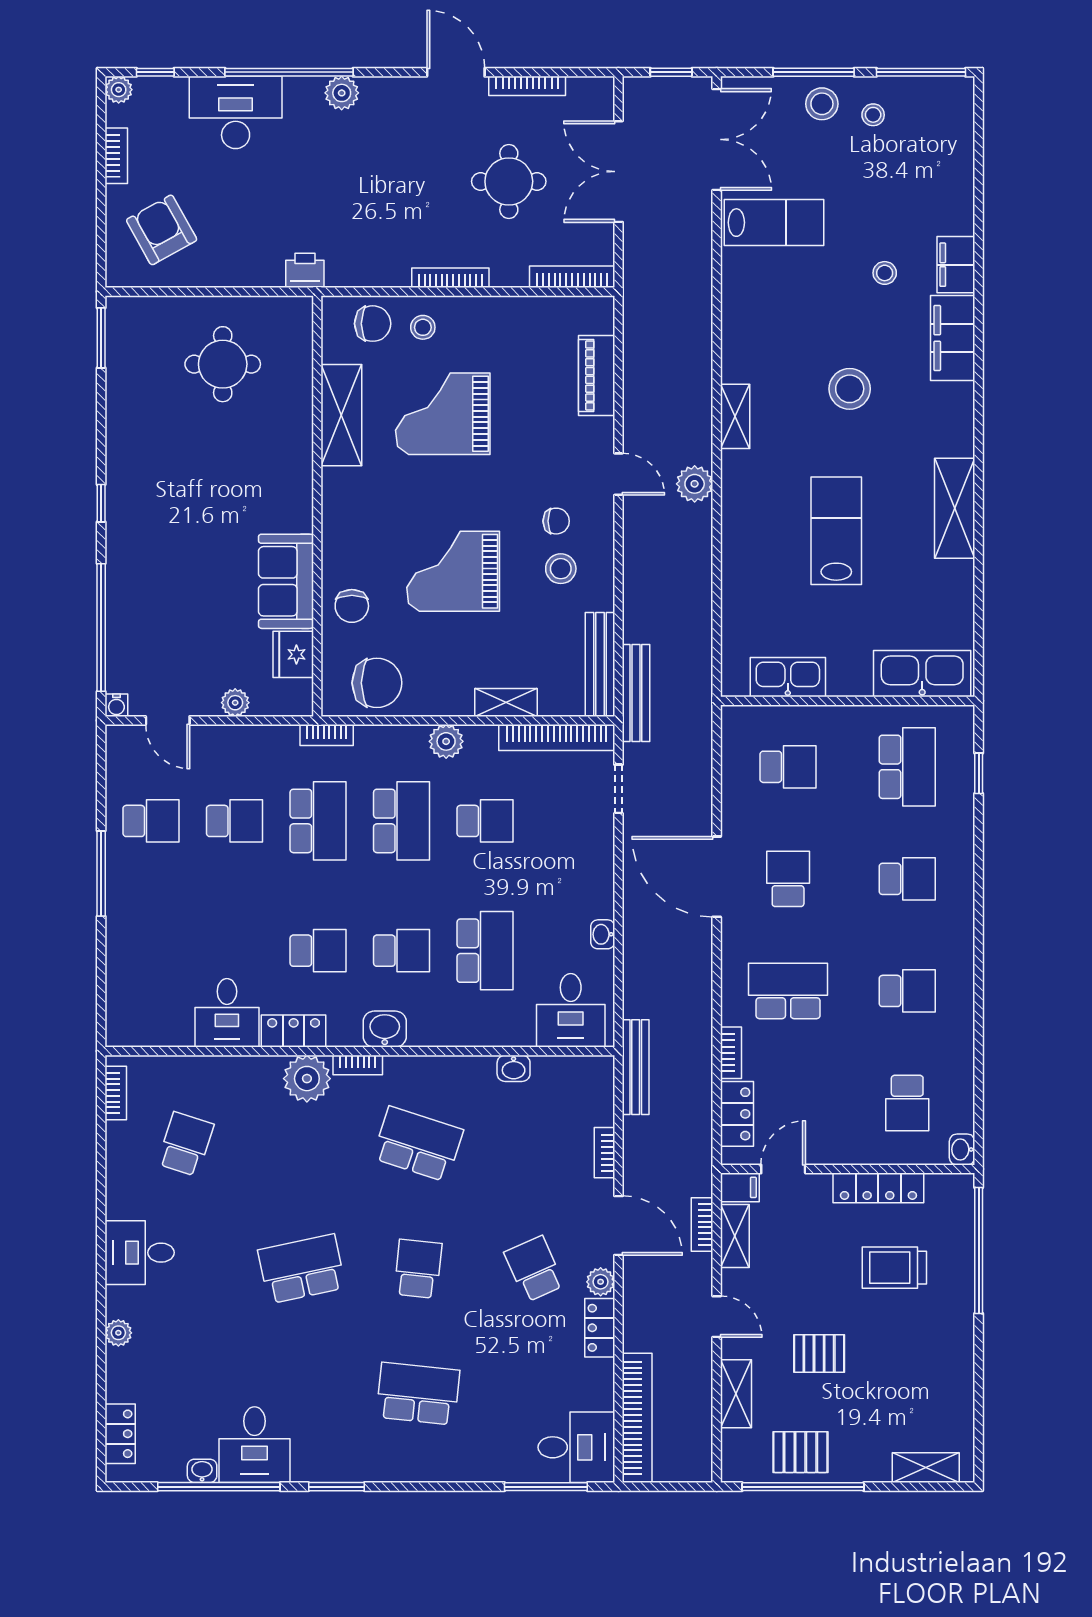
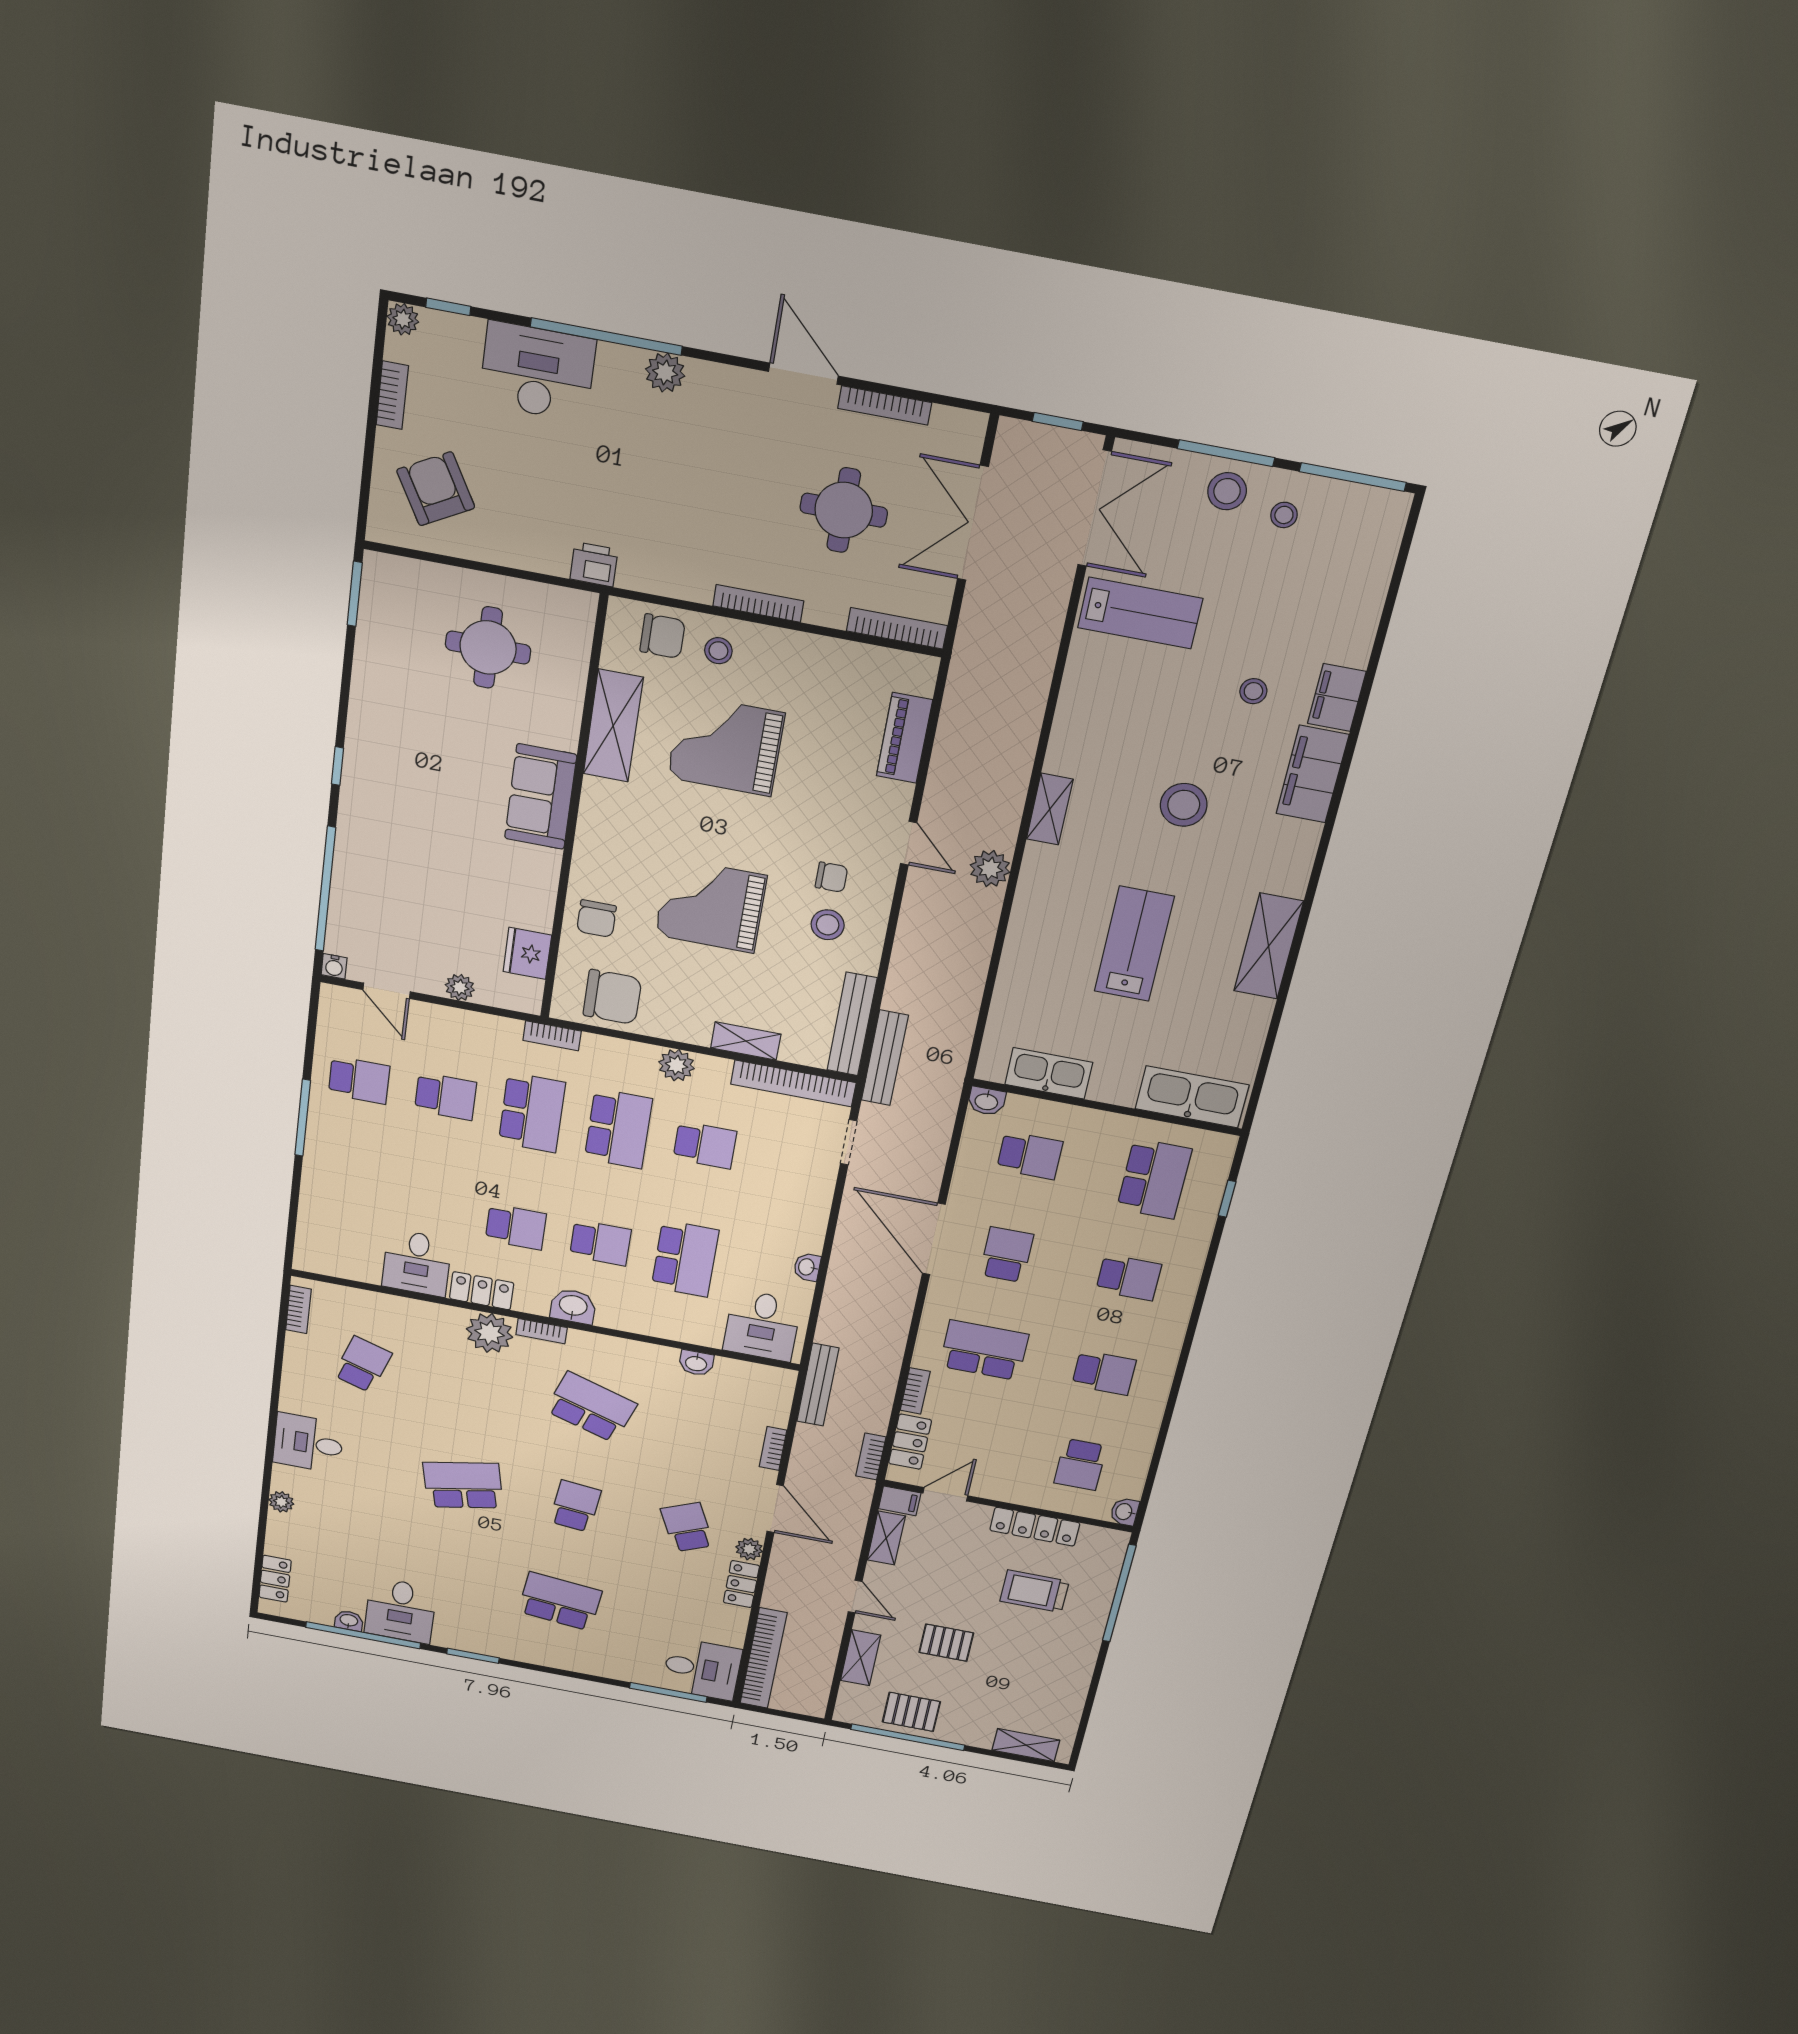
sofa: (286, 581) -> (541, 797), moved
washbasin: (737, 718) -> (986, 1101), added
bookcase: (702, 1224) -> (871, 1457), moved

